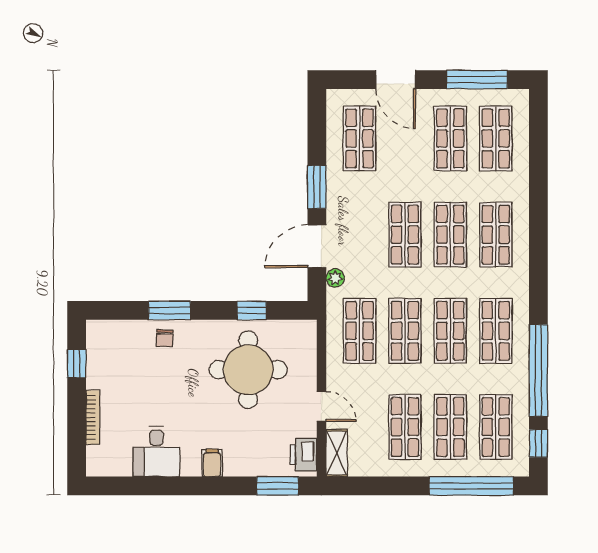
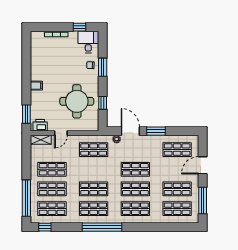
shop shelf: (405, 331) -> (94, 169), removed
window: (538, 370) -> (102, 227), moved
desk: (156, 451) -> (88, 42), moved, turned 90

